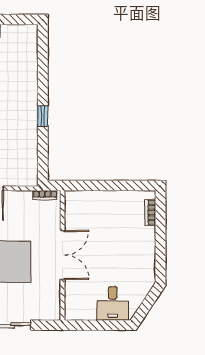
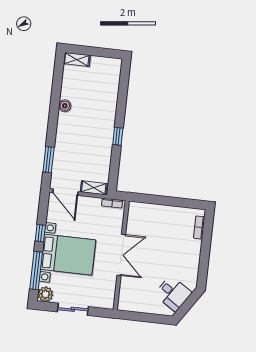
shelving: (21, 180) -> (94, 188), added
desk: (113, 303) -> (173, 293), moved, turned -56

